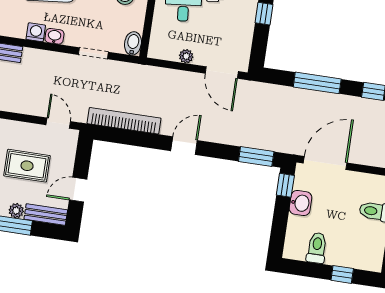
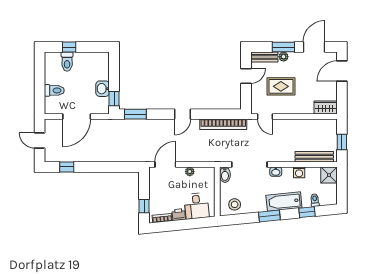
washing machine: (36, 32) -> (299, 172), moved
doorway: (93, 53) -> (249, 165), width x1.87
door: (222, 72) -> (165, 165), hinge flipped
window: (317, 83) -> (103, 167), removed
door: (325, 163) -> (77, 117), moved
toilet: (317, 248) -> (67, 62), moved

